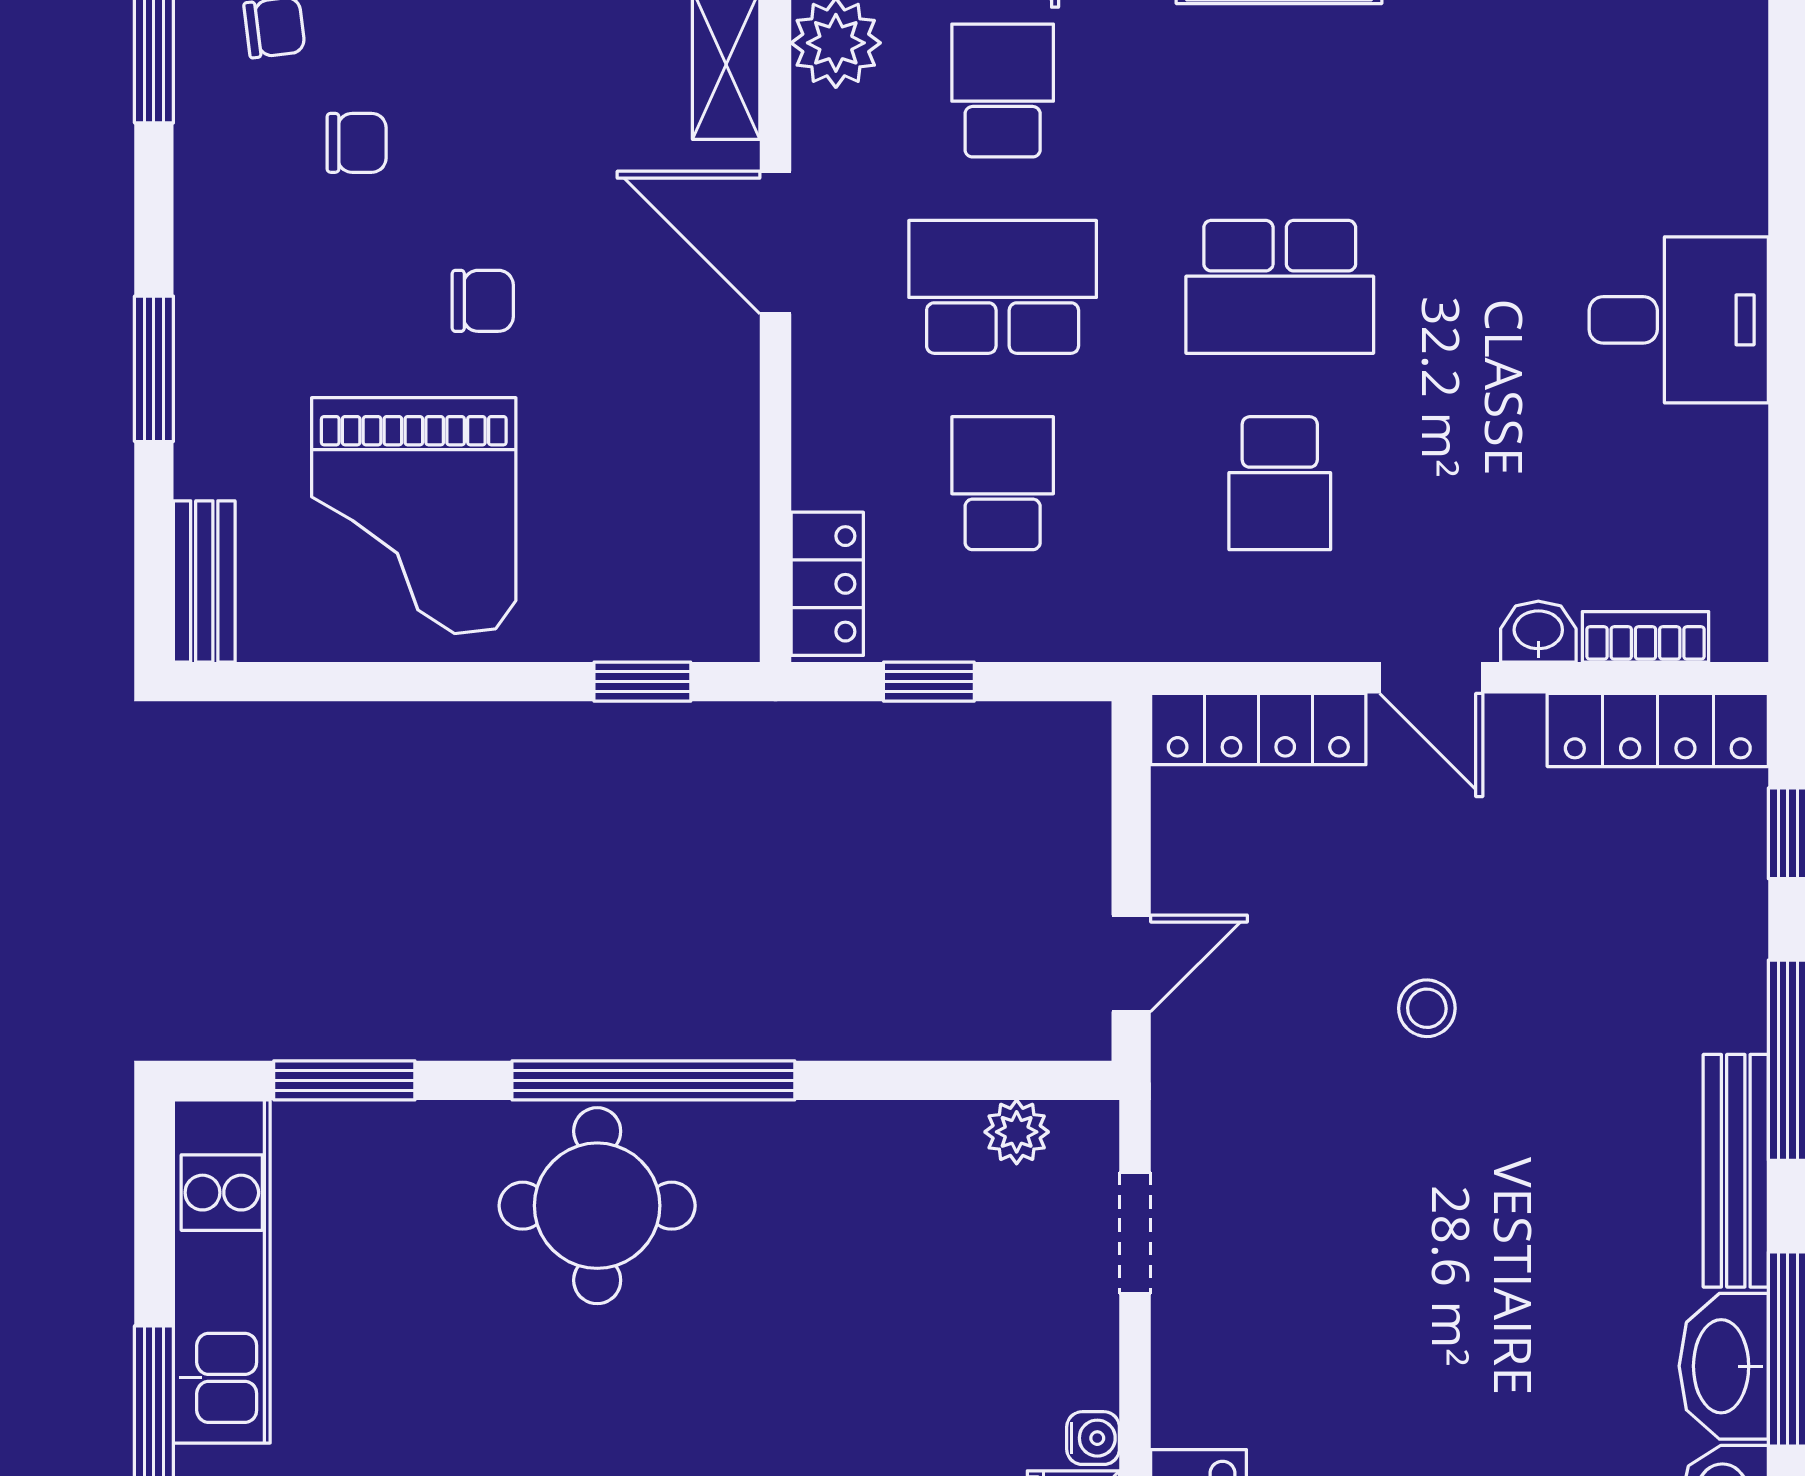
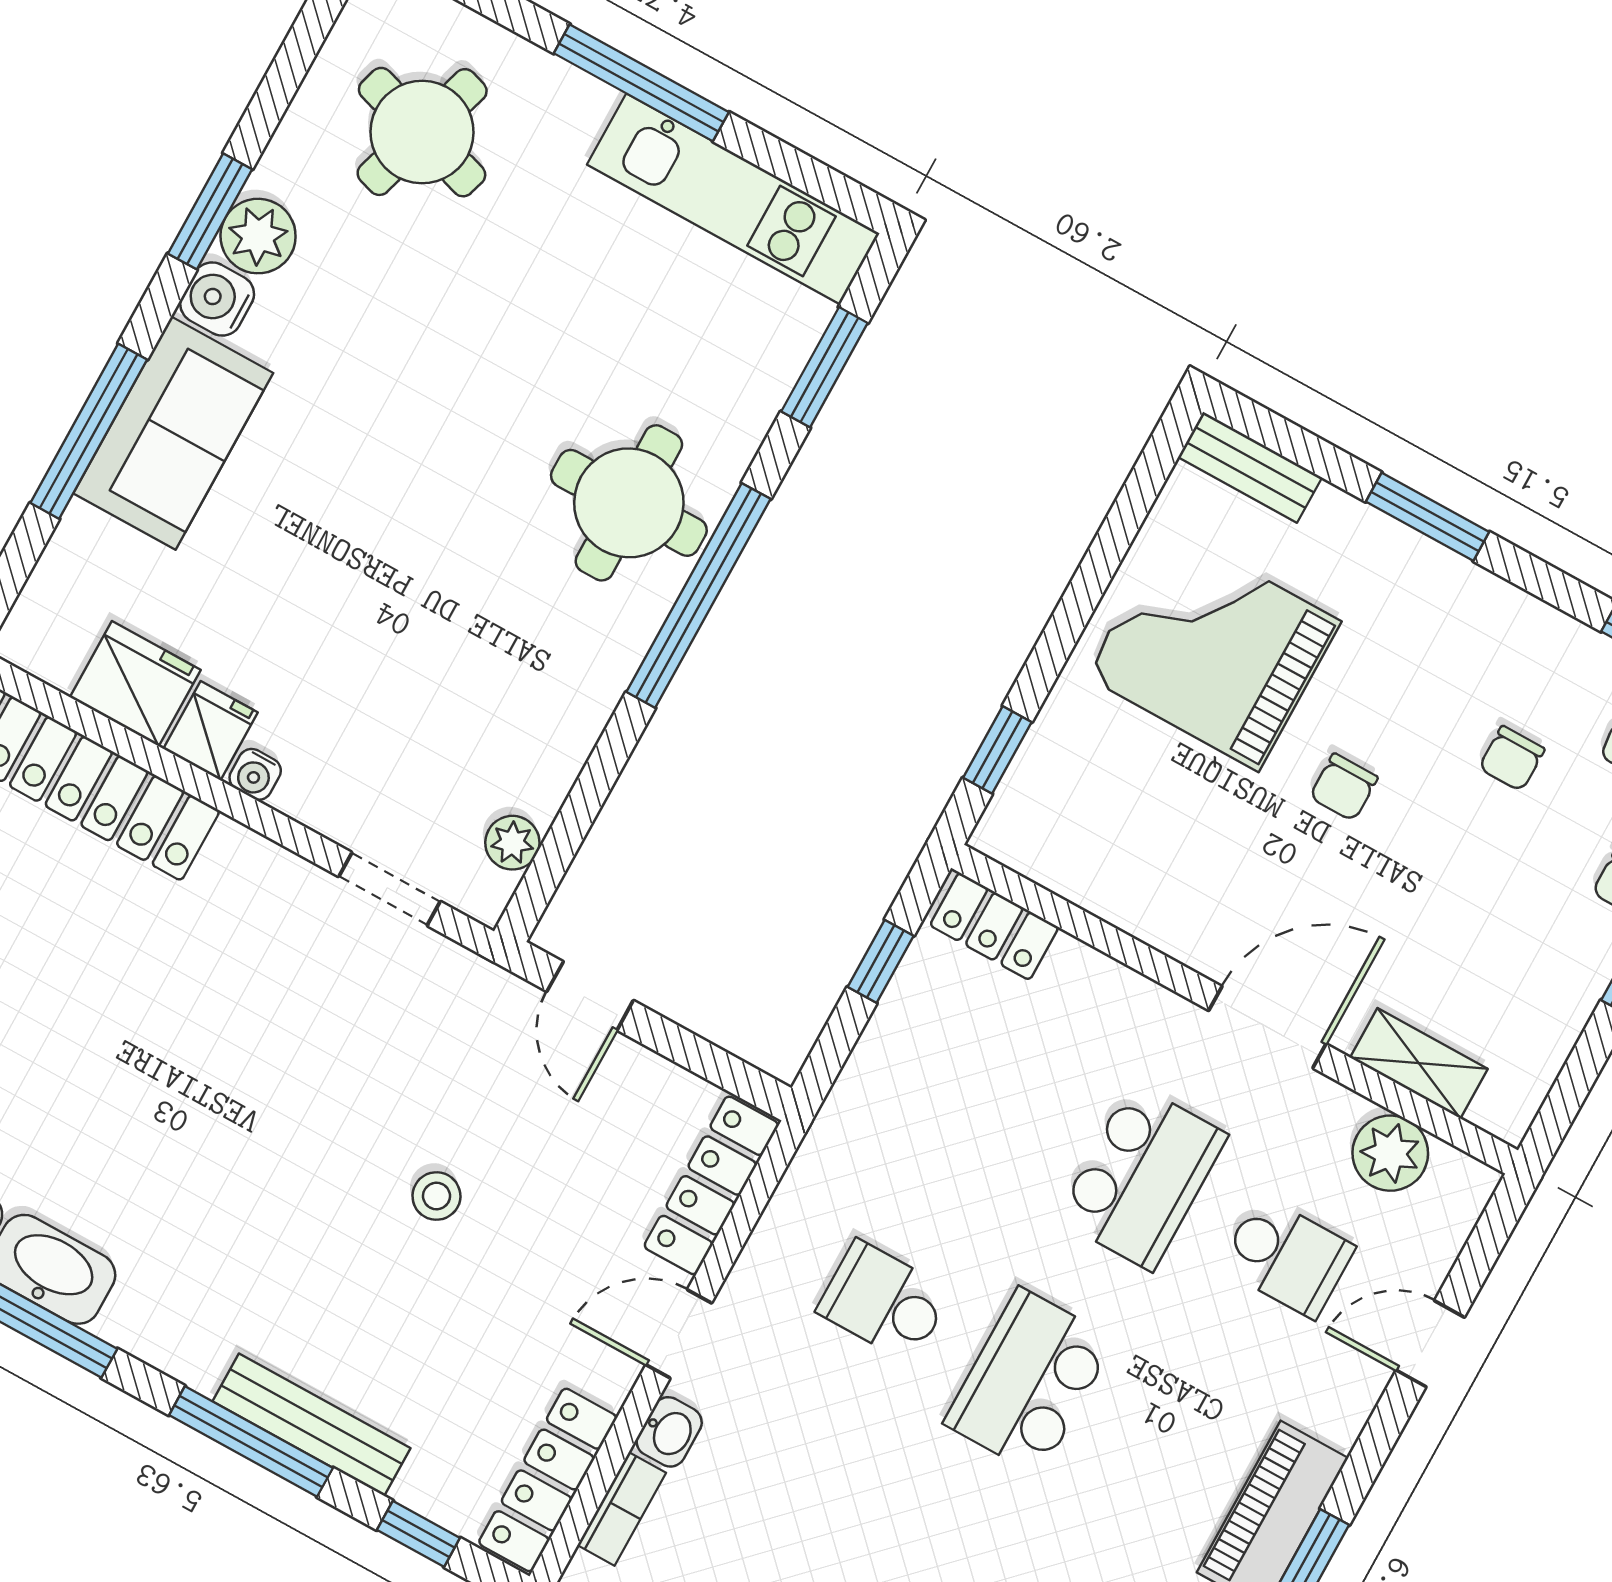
school desk: (1003, 483) -> (997, 1097), removed
bench: (1736, 1171) -> (312, 1425), moved

